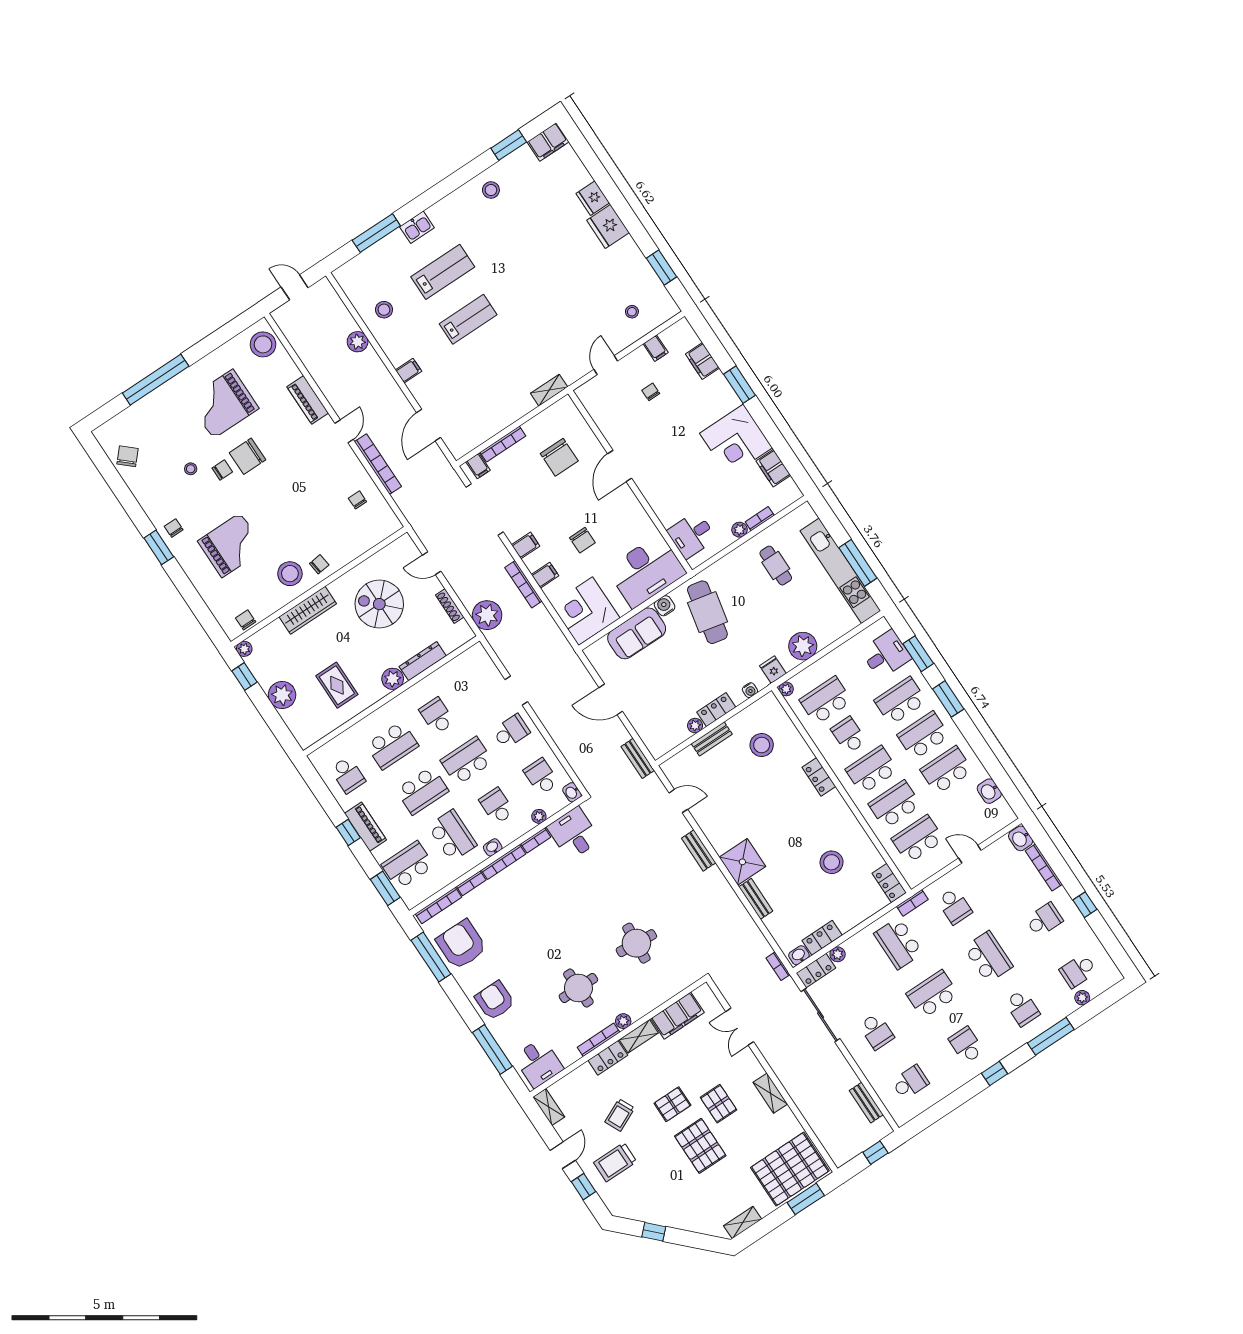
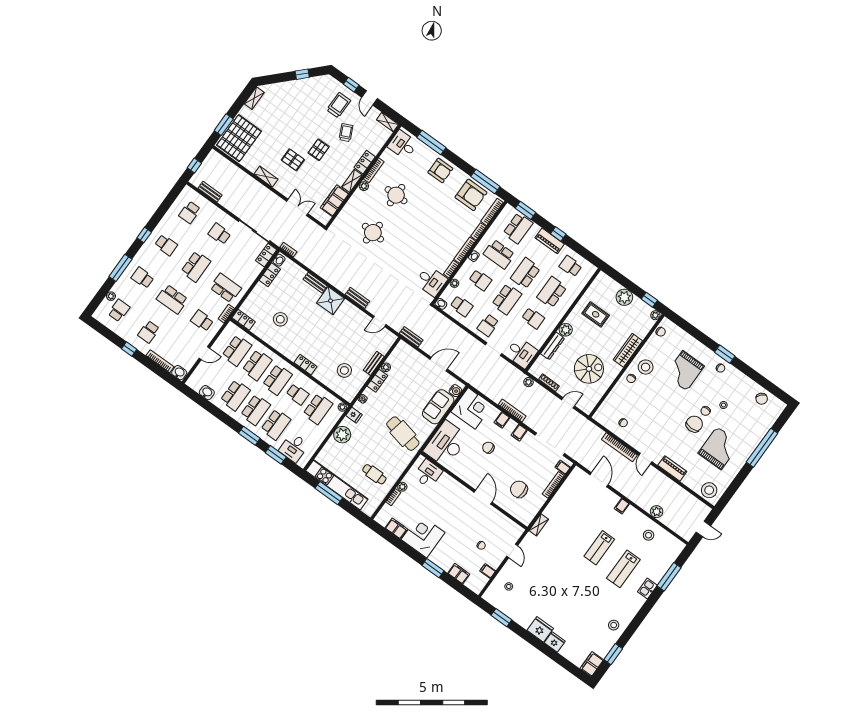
water cooler: (665, 606) -> (455, 391), moved
plant: (487, 615) -> (528, 382), width x0.53, depth x0.53
desk: (475, 669) -> (521, 353), added
plant: (838, 954) -> (258, 269), removed
pallet: (700, 1146) -> (294, 132), removed

